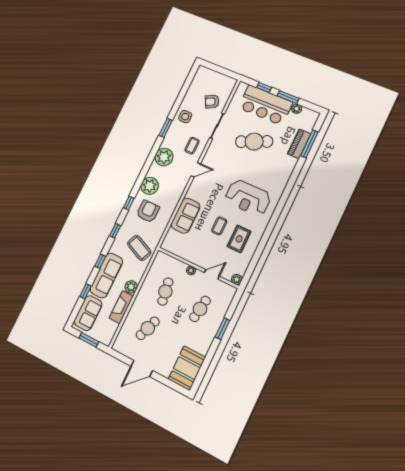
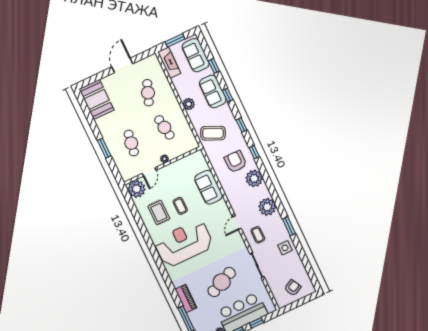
armchair: (212, 102) -> (293, 288), moved
piano: (299, 144) -> (186, 299), moved
reception desk: (248, 198) -> (184, 243), width x1.36, depth x1.30
armchair: (148, 211) -> (236, 162), turned 180
sofa: (106, 275) -> (213, 91), width x0.73
plant: (237, 279) -> (137, 189), width x1.87, depth x1.87
fireplace: (121, 307) -> (169, 63), moved

